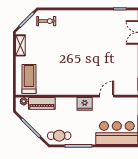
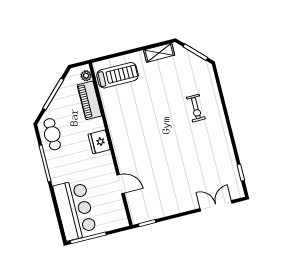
exercise bike: (46, 21) -> (196, 108), moved
fridge: (85, 104) -> (99, 142), moved

